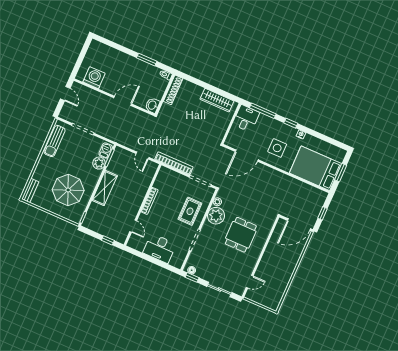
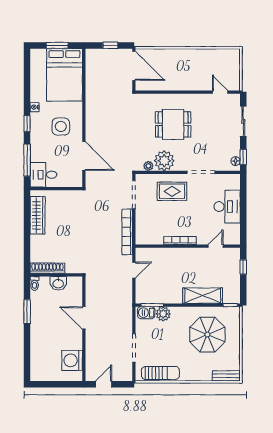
washbasin: (152, 105) -> (58, 283), moved
shelving: (105, 188) -> (203, 296), moved

